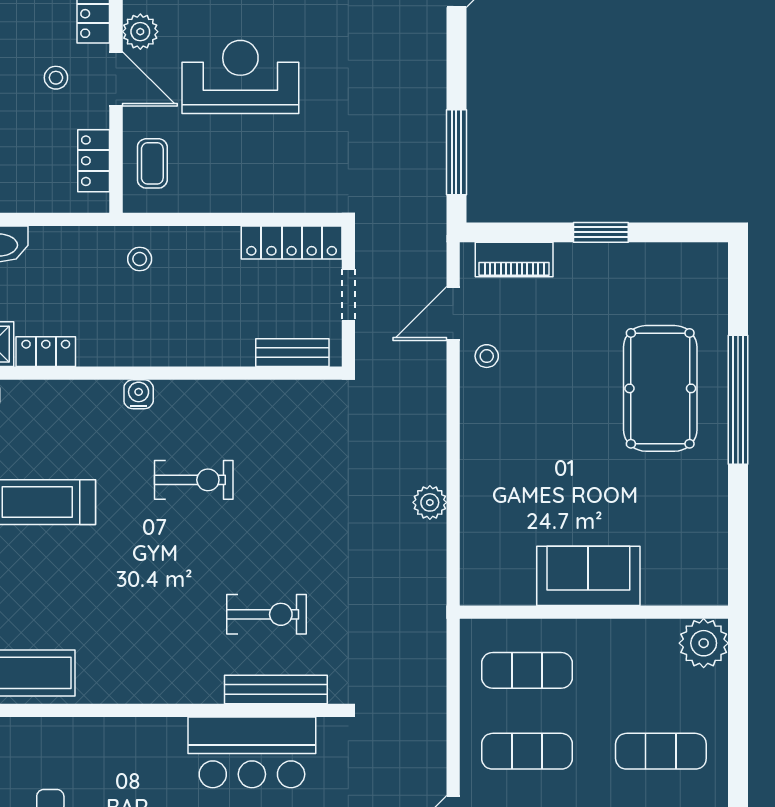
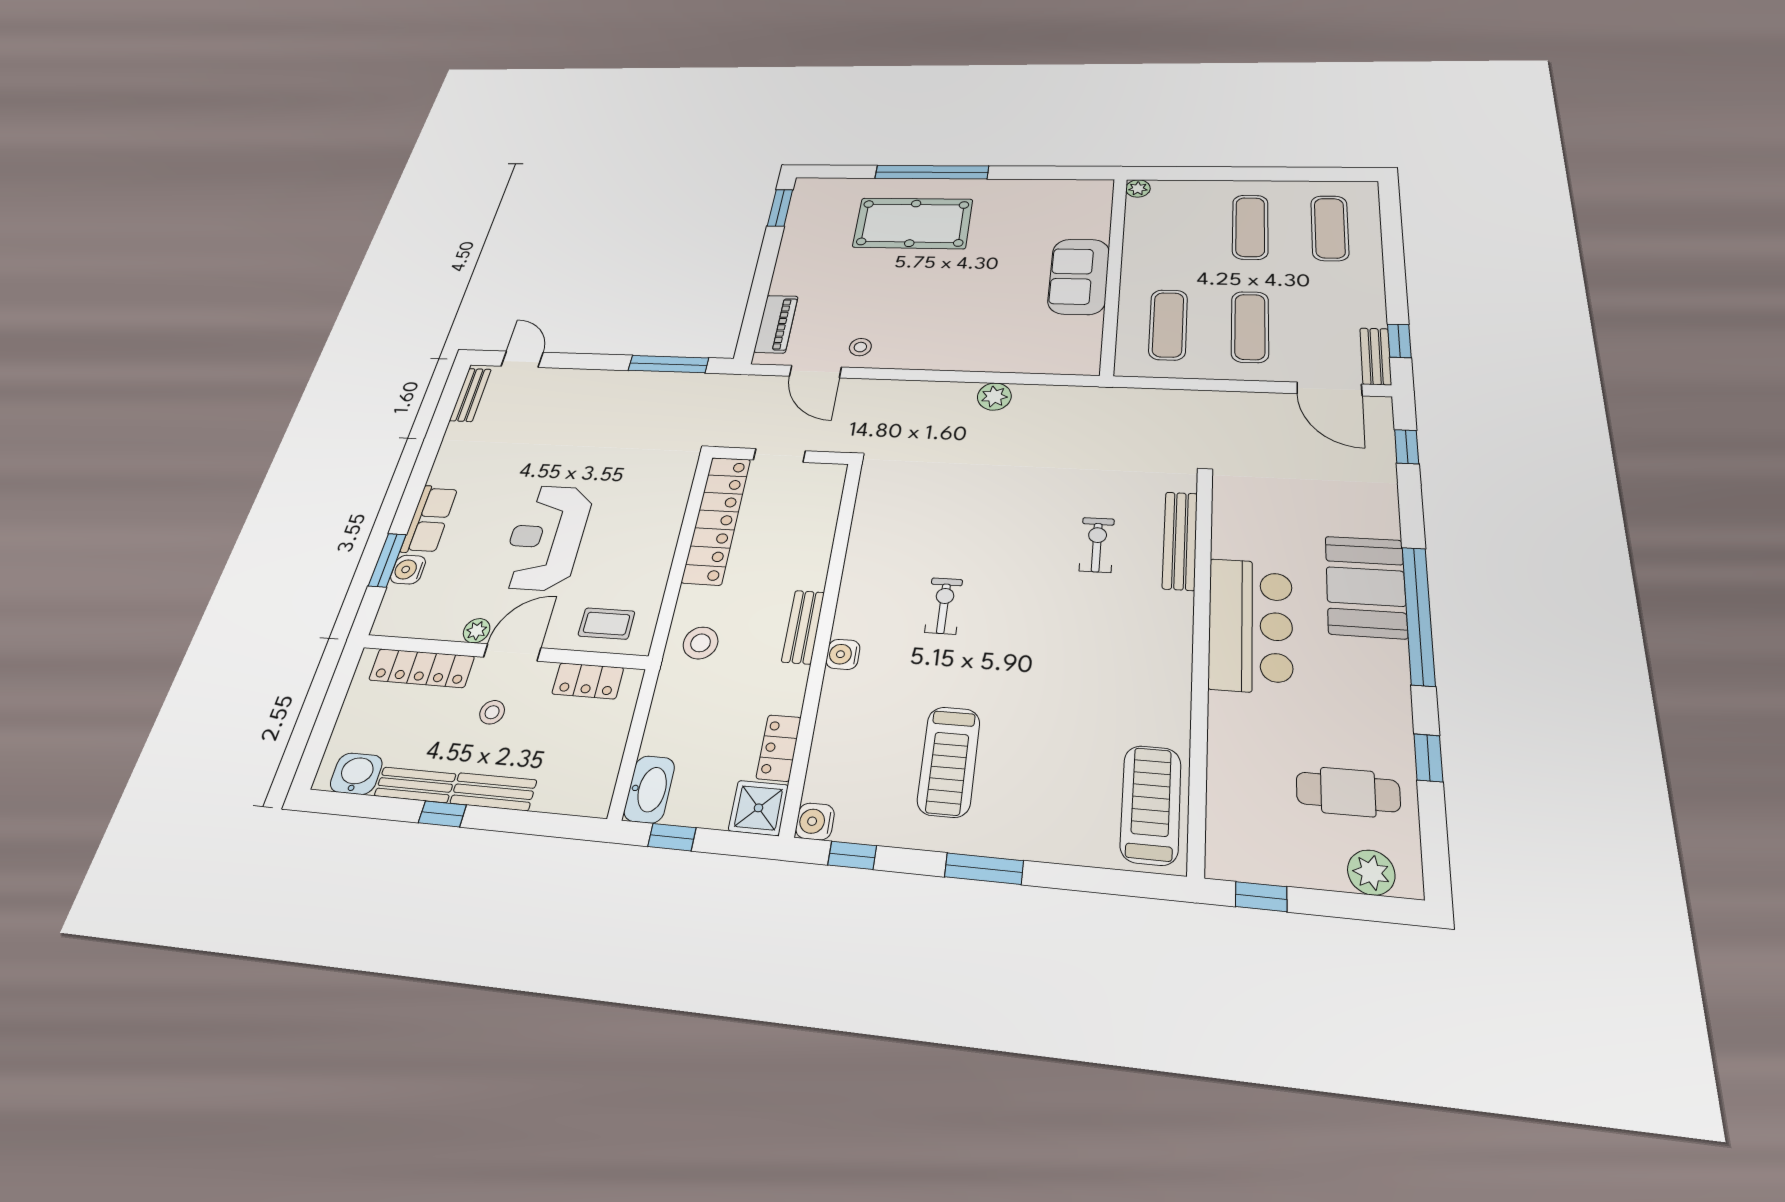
plant: (140, 32) -> (477, 631), width x0.73, depth x0.73
window: (601, 232) -> (780, 208), moved
locker: (292, 242) -> (717, 520), width x1.41, depth x1.21
stool: (140, 259) -> (701, 643), width x1.37, depth x1.37
bench: (292, 353) -> (803, 627), moved
exercise bike: (194, 480) -> (944, 606), width x0.73, depth x0.72
exercise bike: (267, 614) -> (1097, 545), width x0.73, depth x0.72
plant: (704, 643) -> (1138, 188), width x0.53, depth x0.53
bar counter: (252, 752) -> (1250, 625), moved

